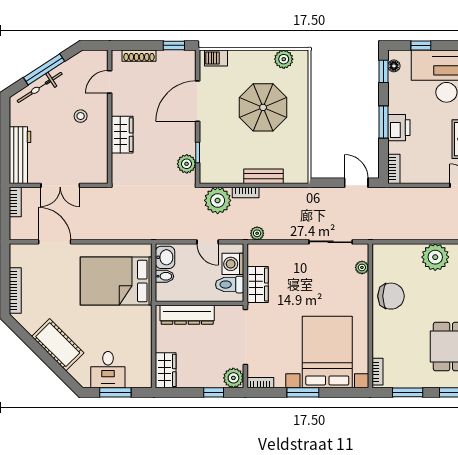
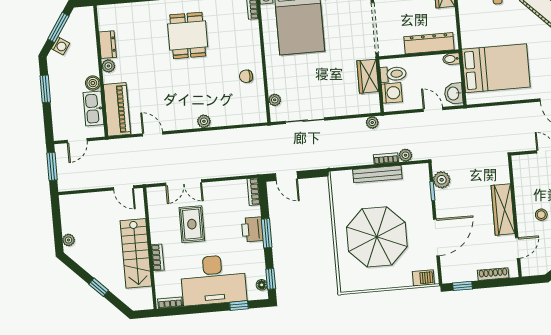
plant: (284, 59) -> (362, 282), removed
parasol: (263, 107) -> (377, 237), width x1.36, depth x1.36
wardrobe: (122, 135) -> (503, 209), width x1.50
bench: (264, 176) -> (377, 174), width x1.36
plant: (218, 200) -> (405, 155), width x0.53, depth x0.53
door: (208, 242) -> (433, 109), moved
plant: (435, 257) -> (204, 121), width x0.53, depth x0.53
bidet: (165, 276) -> (451, 59), moved
chair: (391, 296) -> (246, 76), width x0.54, depth x0.54

